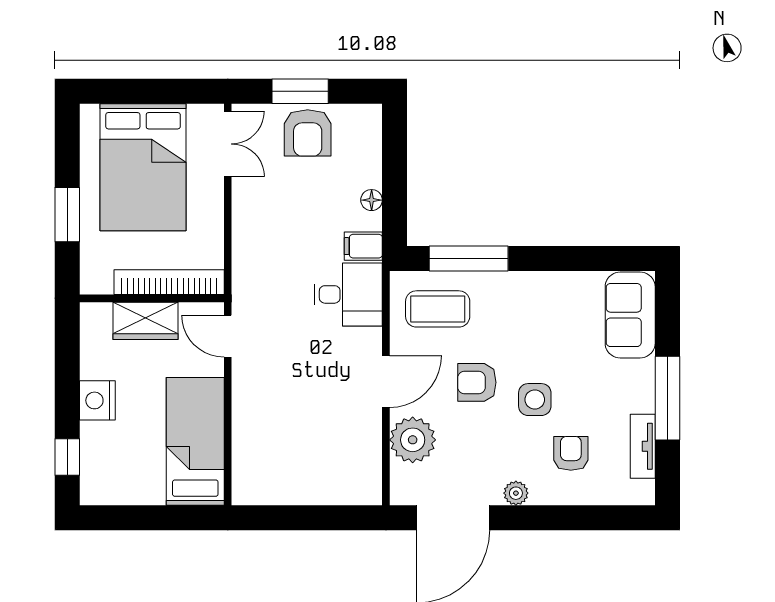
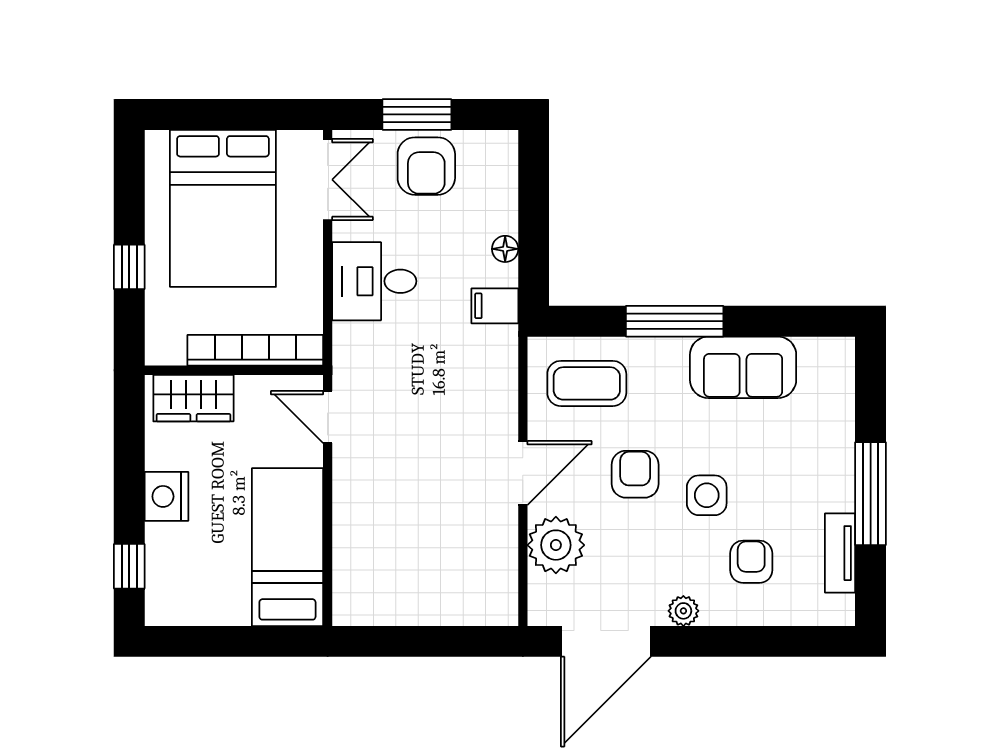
window: (67, 215) -> (129, 267), width x0.67
window: (469, 259) -> (675, 321), moved
desk: (348, 294) -> (374, 281), moved, turned 180
sofa: (630, 315) -> (743, 367), moved, turned -90
wardrobe: (145, 321) -> (193, 398), moved
armchair: (477, 382) -> (635, 474), turned 90

